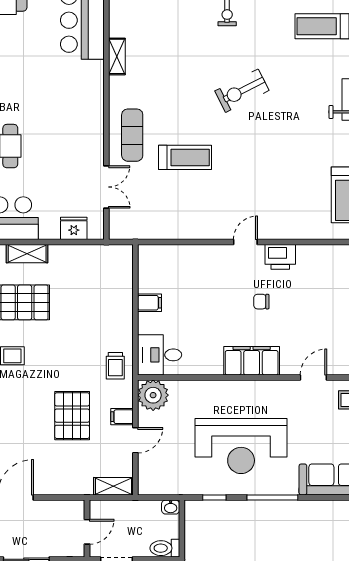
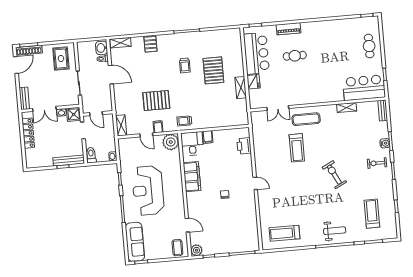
fridge: (74, 228) -> (254, 82), moved
shelving: (27, 254) -> (241, 88), moved
printer: (280, 257) -> (244, 146), moved
filing cabinet: (150, 303) -> (208, 137), moved
filing cabinet: (252, 361) -> (192, 177), moved

